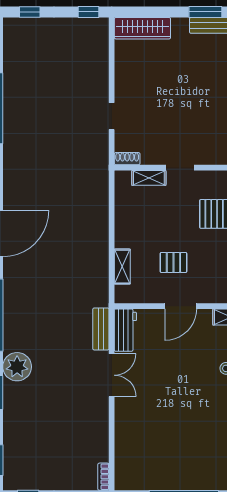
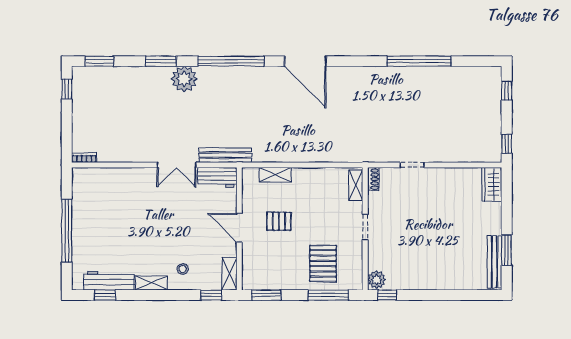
wardrobe: (142, 28) -> (492, 184), width x0.67
shelving: (149, 178) -> (356, 185), moved
pallet: (173, 262) -> (279, 221), turned 90
bench: (101, 329) -> (225, 155), width x1.36

